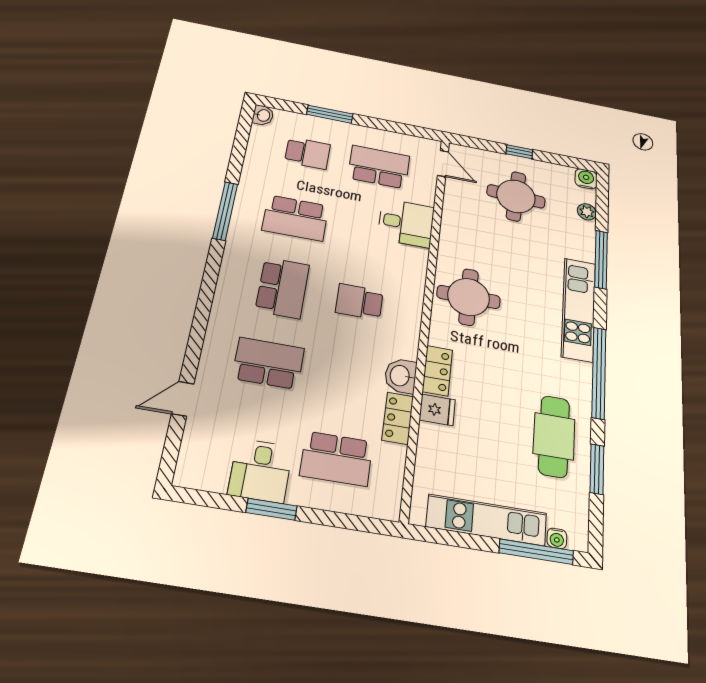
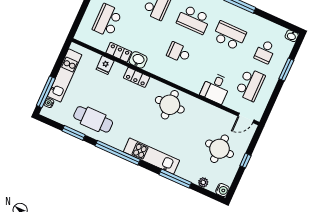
school desk: (295, 218) -> (229, 36), turned 90
school desk: (359, 302) -> (179, 53), turned -90
fridge: (437, 410) -> (105, 65), moved

